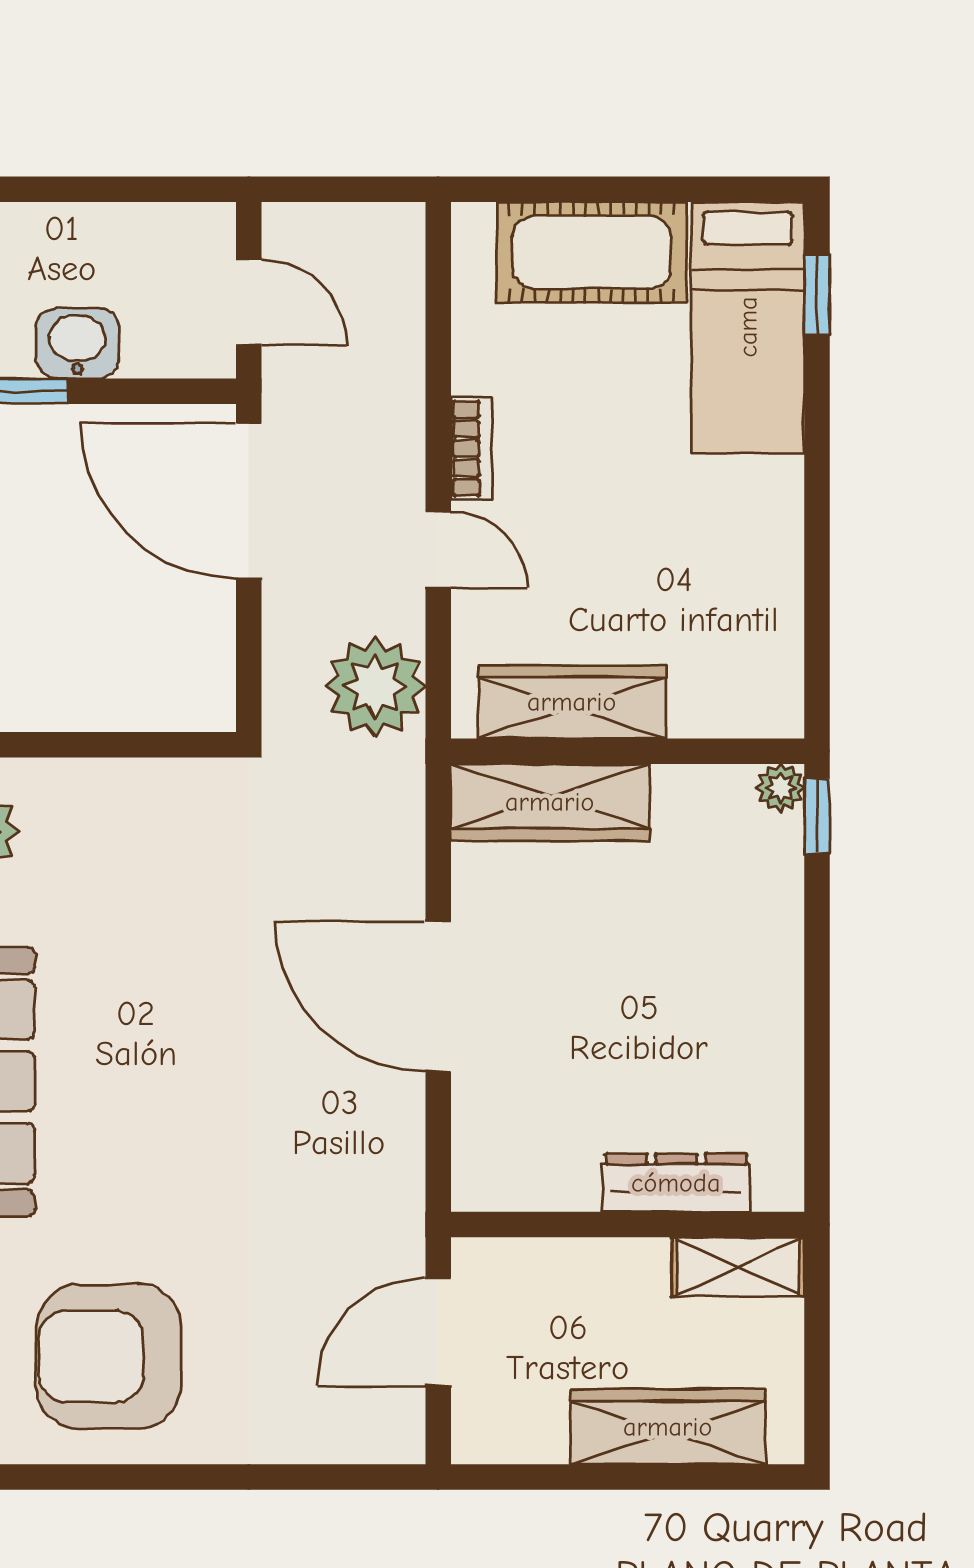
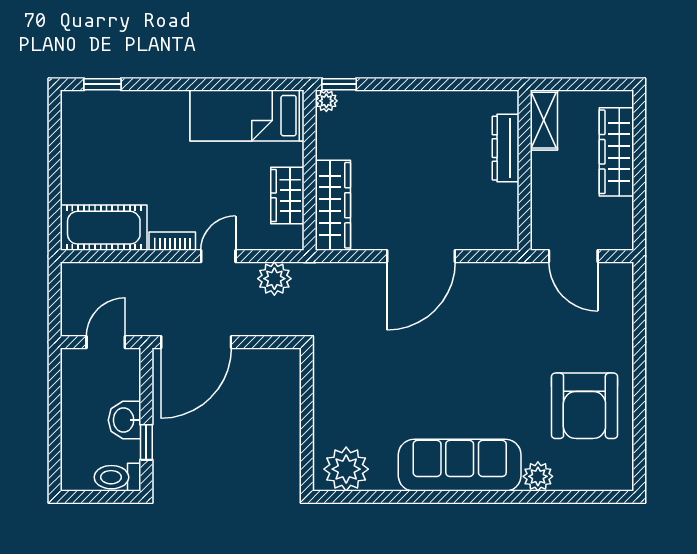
cot: (592, 252) -> (104, 228), moved, turned 90
bed: (748, 327) -> (247, 116), moved, turned 180
plant: (375, 687) -> (274, 279), width x0.73, depth x0.73
wardrobe: (572, 702) -> (287, 195), width x0.67

